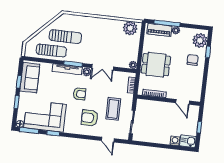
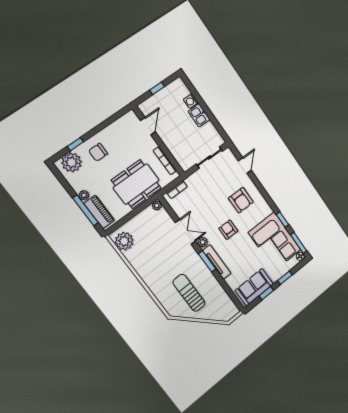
sun lounger: (51, 51) -> (213, 293), removed
dining table: (156, 65) -> (136, 184), width x1.38
coffee table: (113, 109) -> (214, 186), removed
kitchen sink: (188, 141) -> (199, 115), moved

